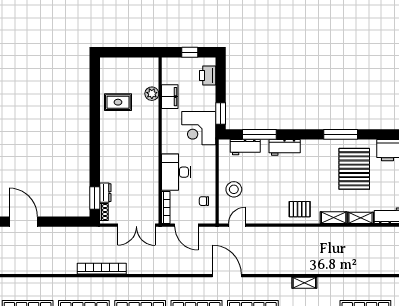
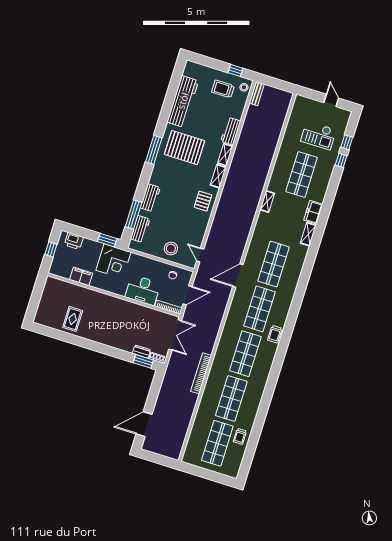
plant: (152, 94) -> (74, 290), removed
shelving: (304, 283) -> (267, 201), moved

